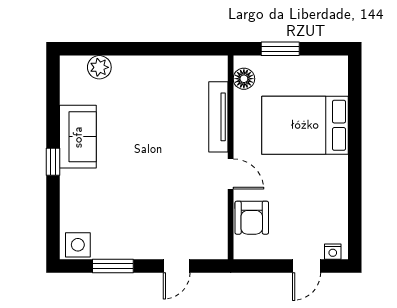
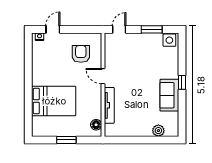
floor lamp: (244, 79) -> (96, 125), moved
tv unit: (218, 117) -> (109, 105), moved
wall: (231, 157) -> (103, 85), moved
door: (231, 174) -> (103, 76), moved

